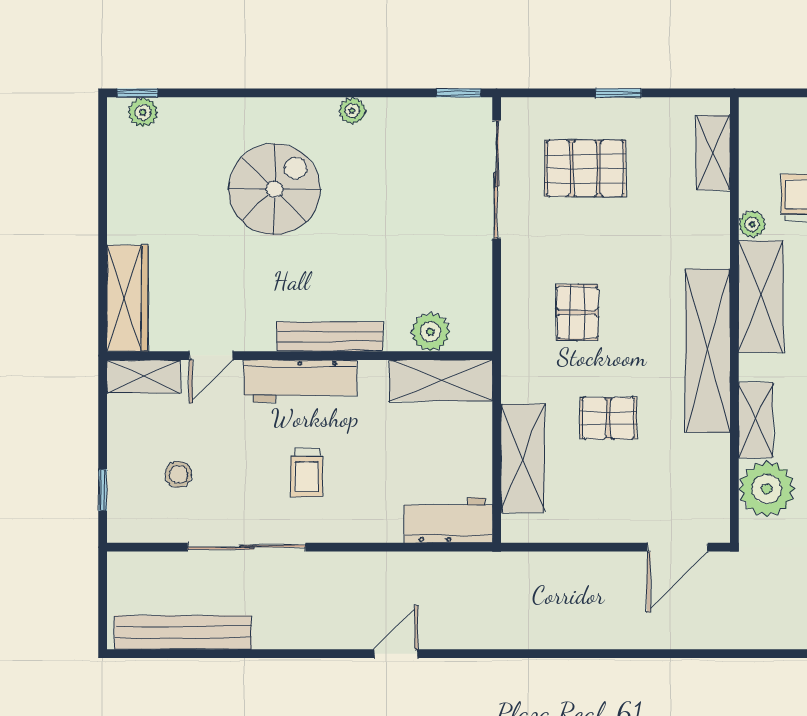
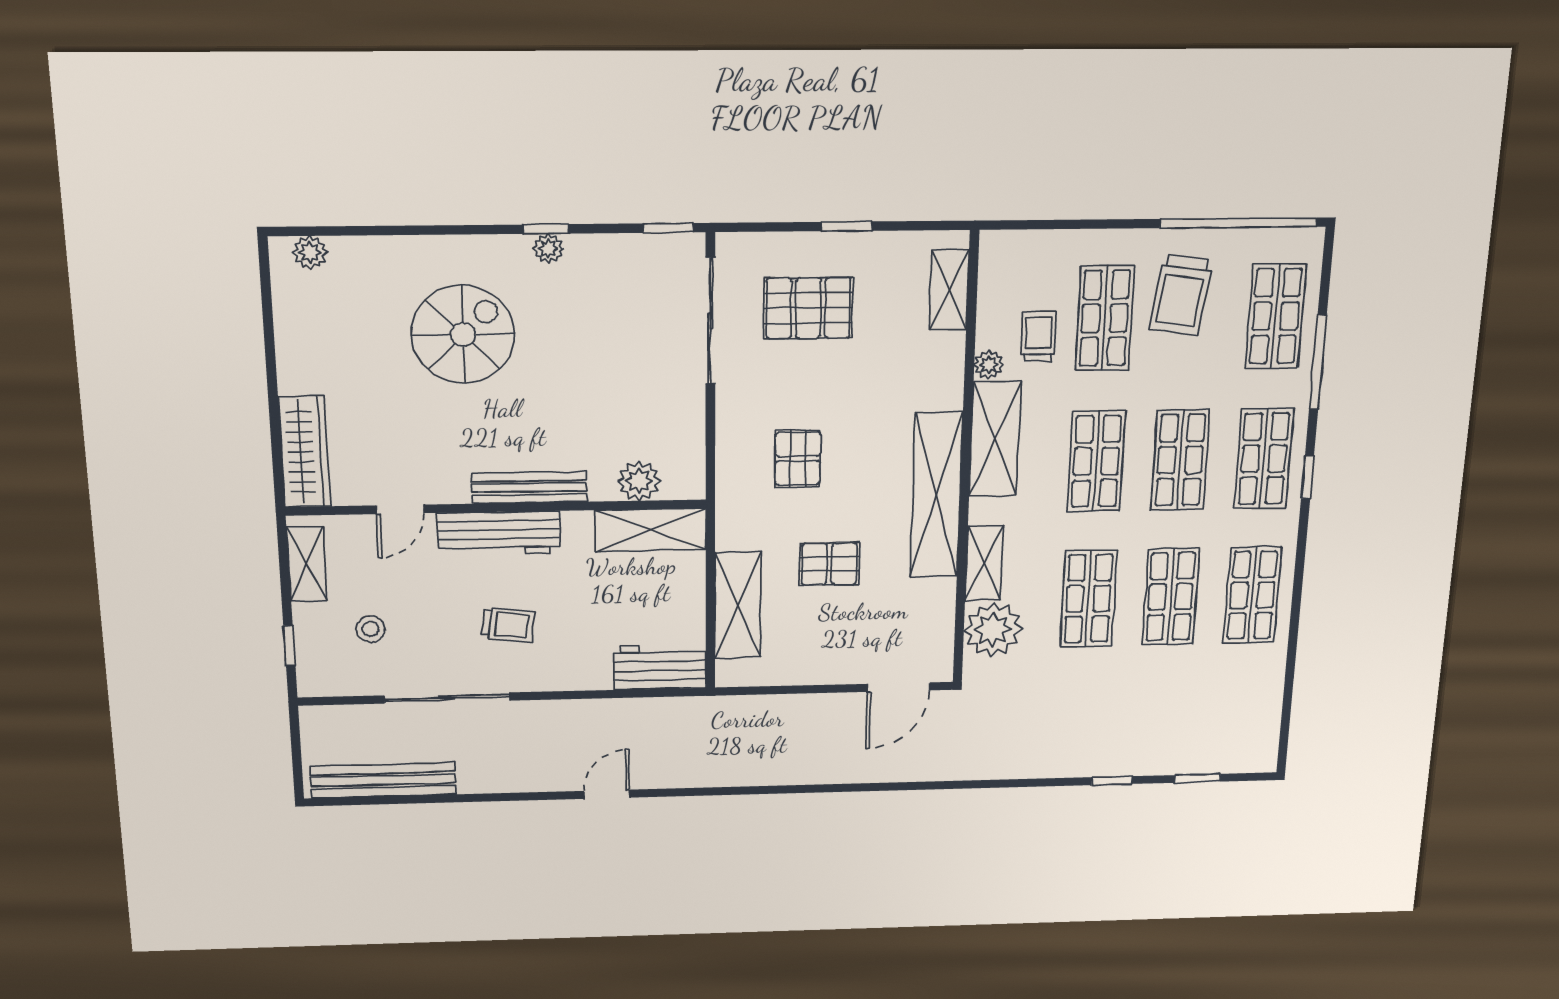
window: (137, 93) -> (546, 229), moved
shelving: (144, 376) -> (307, 564), moved, turned 90
trolley: (307, 473) -> (508, 625), turned -83

